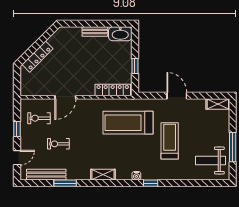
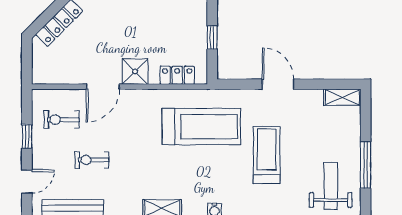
shower: (86, 88) -> (135, 71), added
locker: (113, 90) -> (177, 75), width x0.66
treadmill: (128, 123) -> (201, 127), turned 180
weight bench: (210, 160) -> (331, 186), turned 90

